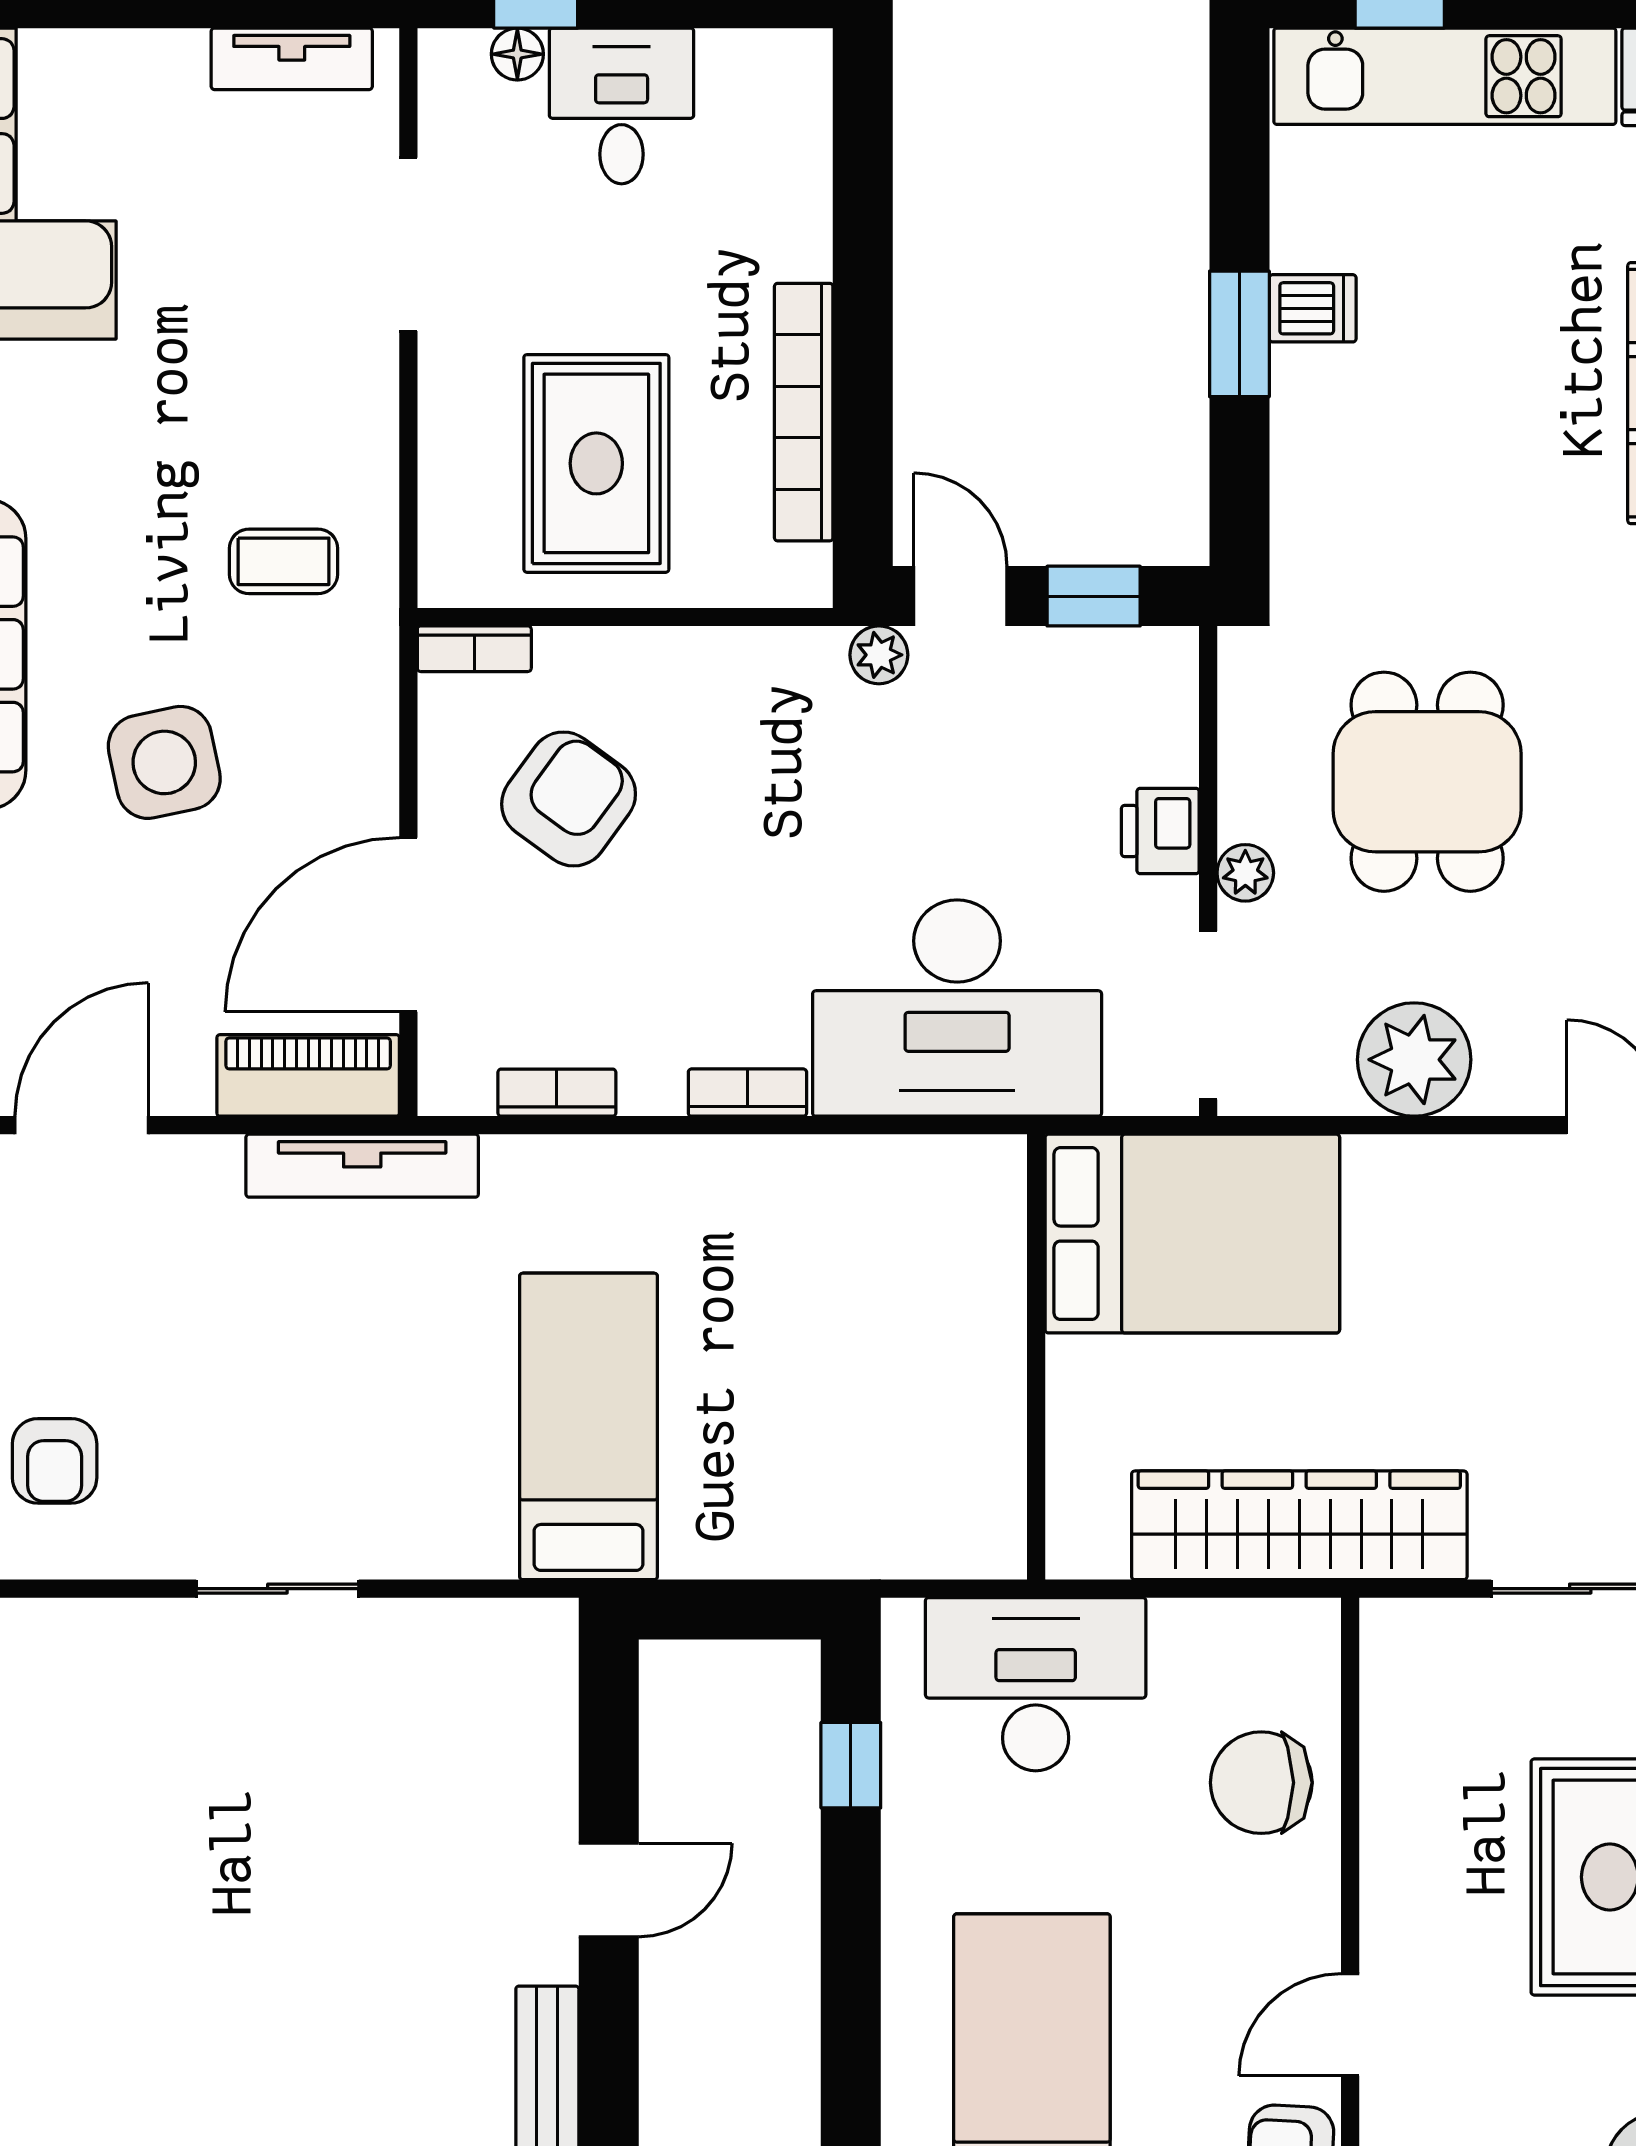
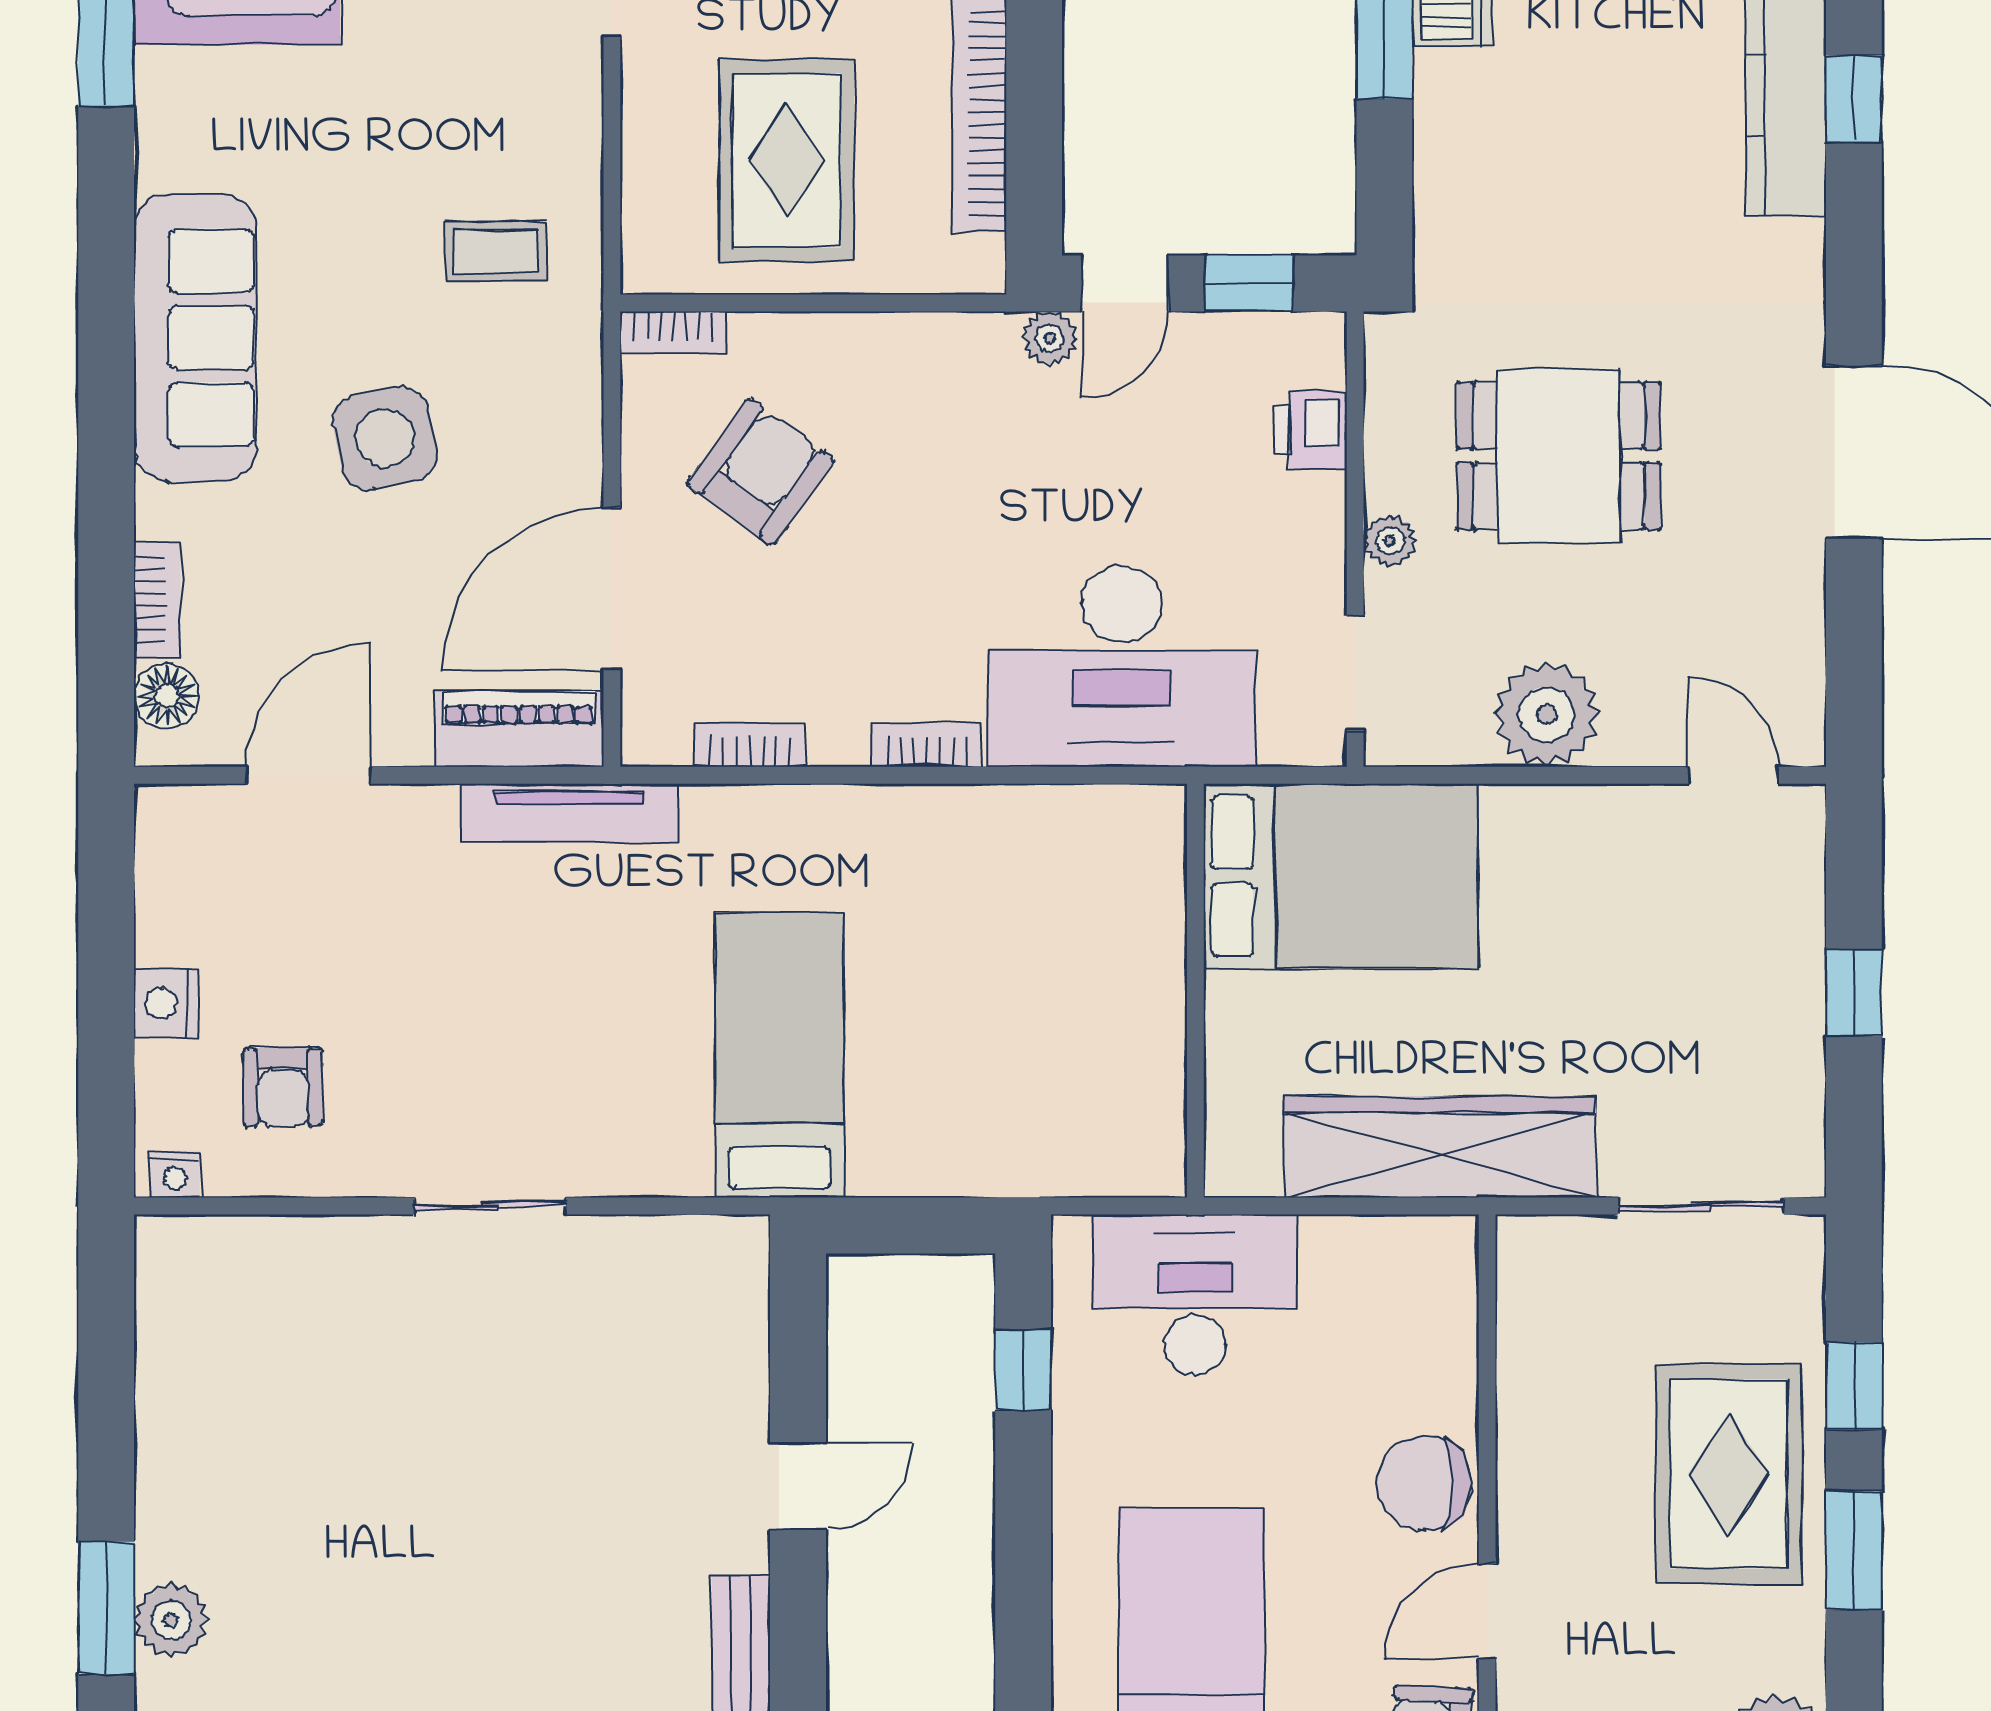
door: (960, 596) -> (1125, 284), swing flipped
dining table: (1427, 782) -> (1559, 456), turned 90
printer: (1160, 831) -> (1311, 430), moved
doorway: (1208, 1015) -> (1355, 673), width x0.73
chair: (1261, 1783) -> (1424, 1483), moved

